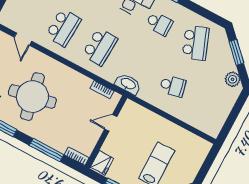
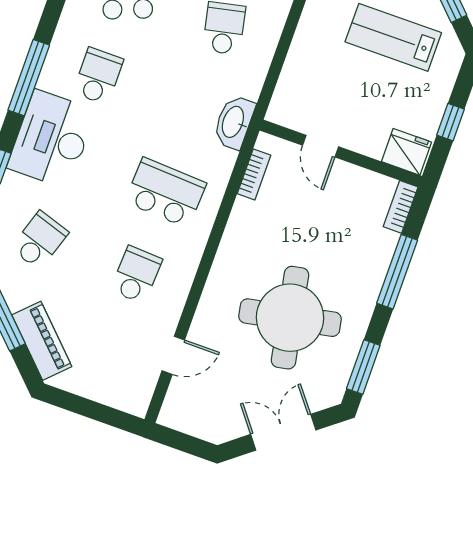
school desk: (63, 27) -> (136, 275), width x0.54

